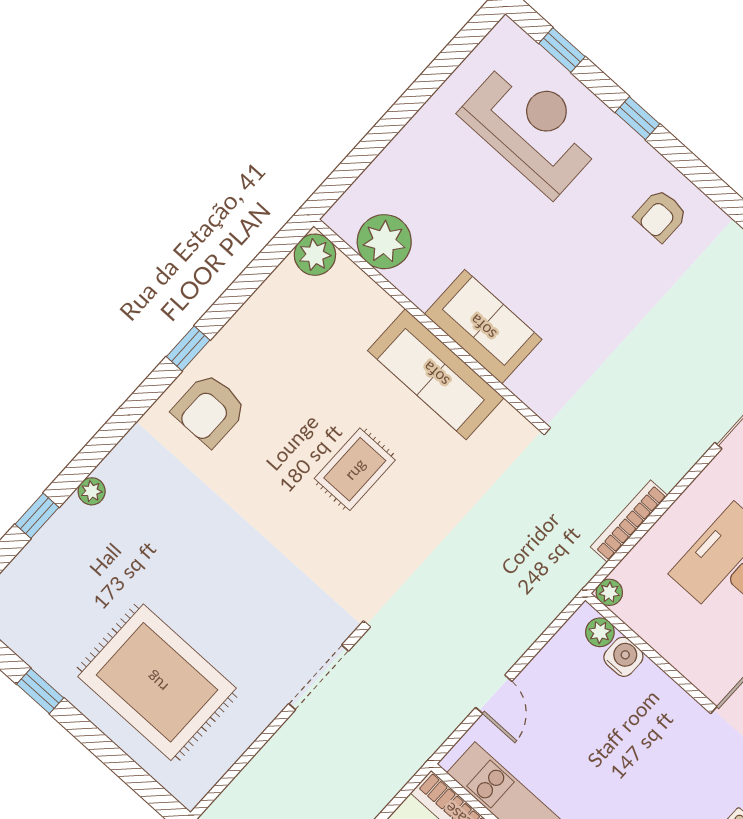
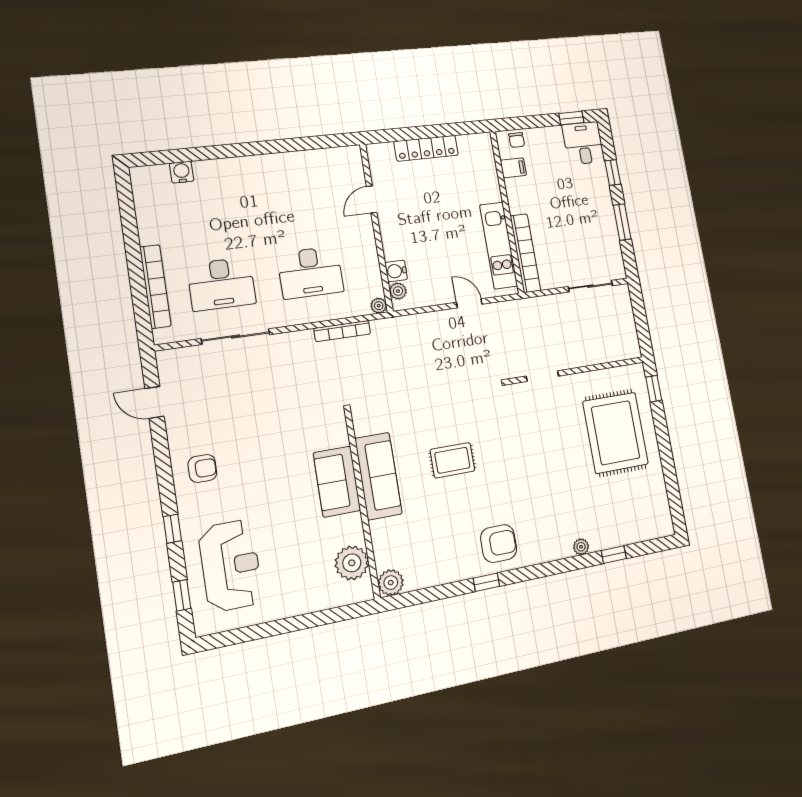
reception desk: (532, 127) -> (231, 566), turned 180
doorway: (319, 677) -> (542, 376), width x0.73
window: (40, 691) -> (654, 389), moved
door: (494, 694) -> (469, 303), hinge flipped

